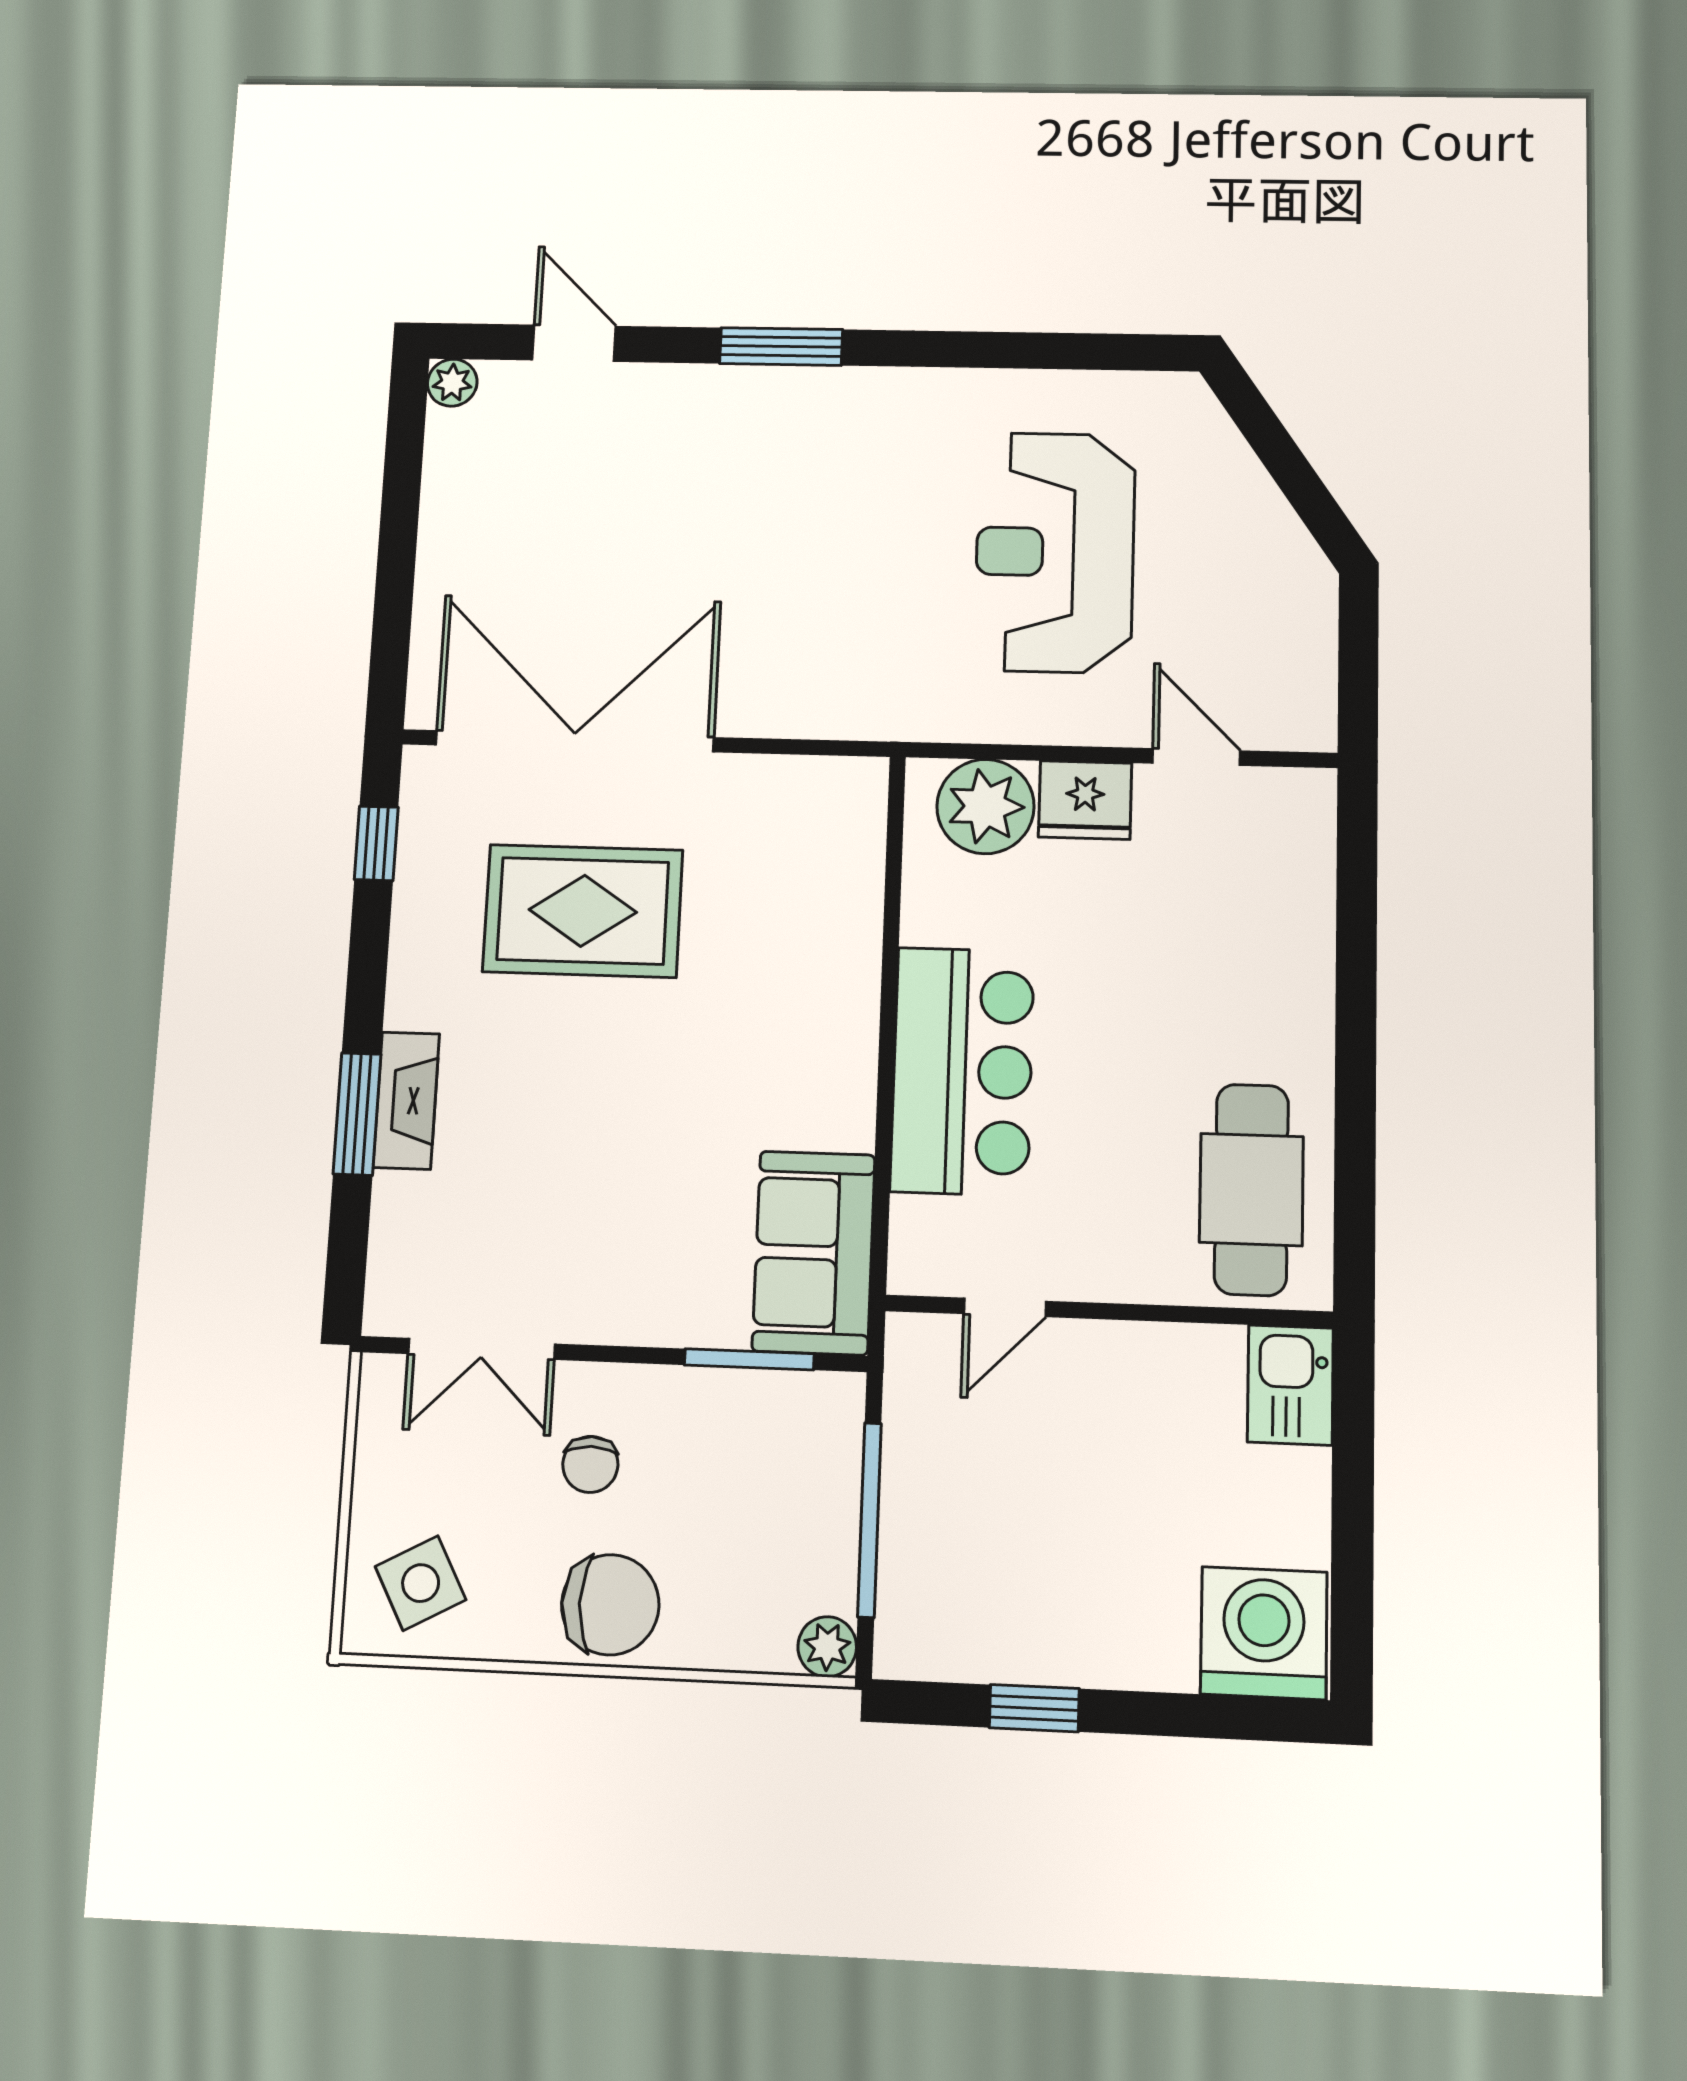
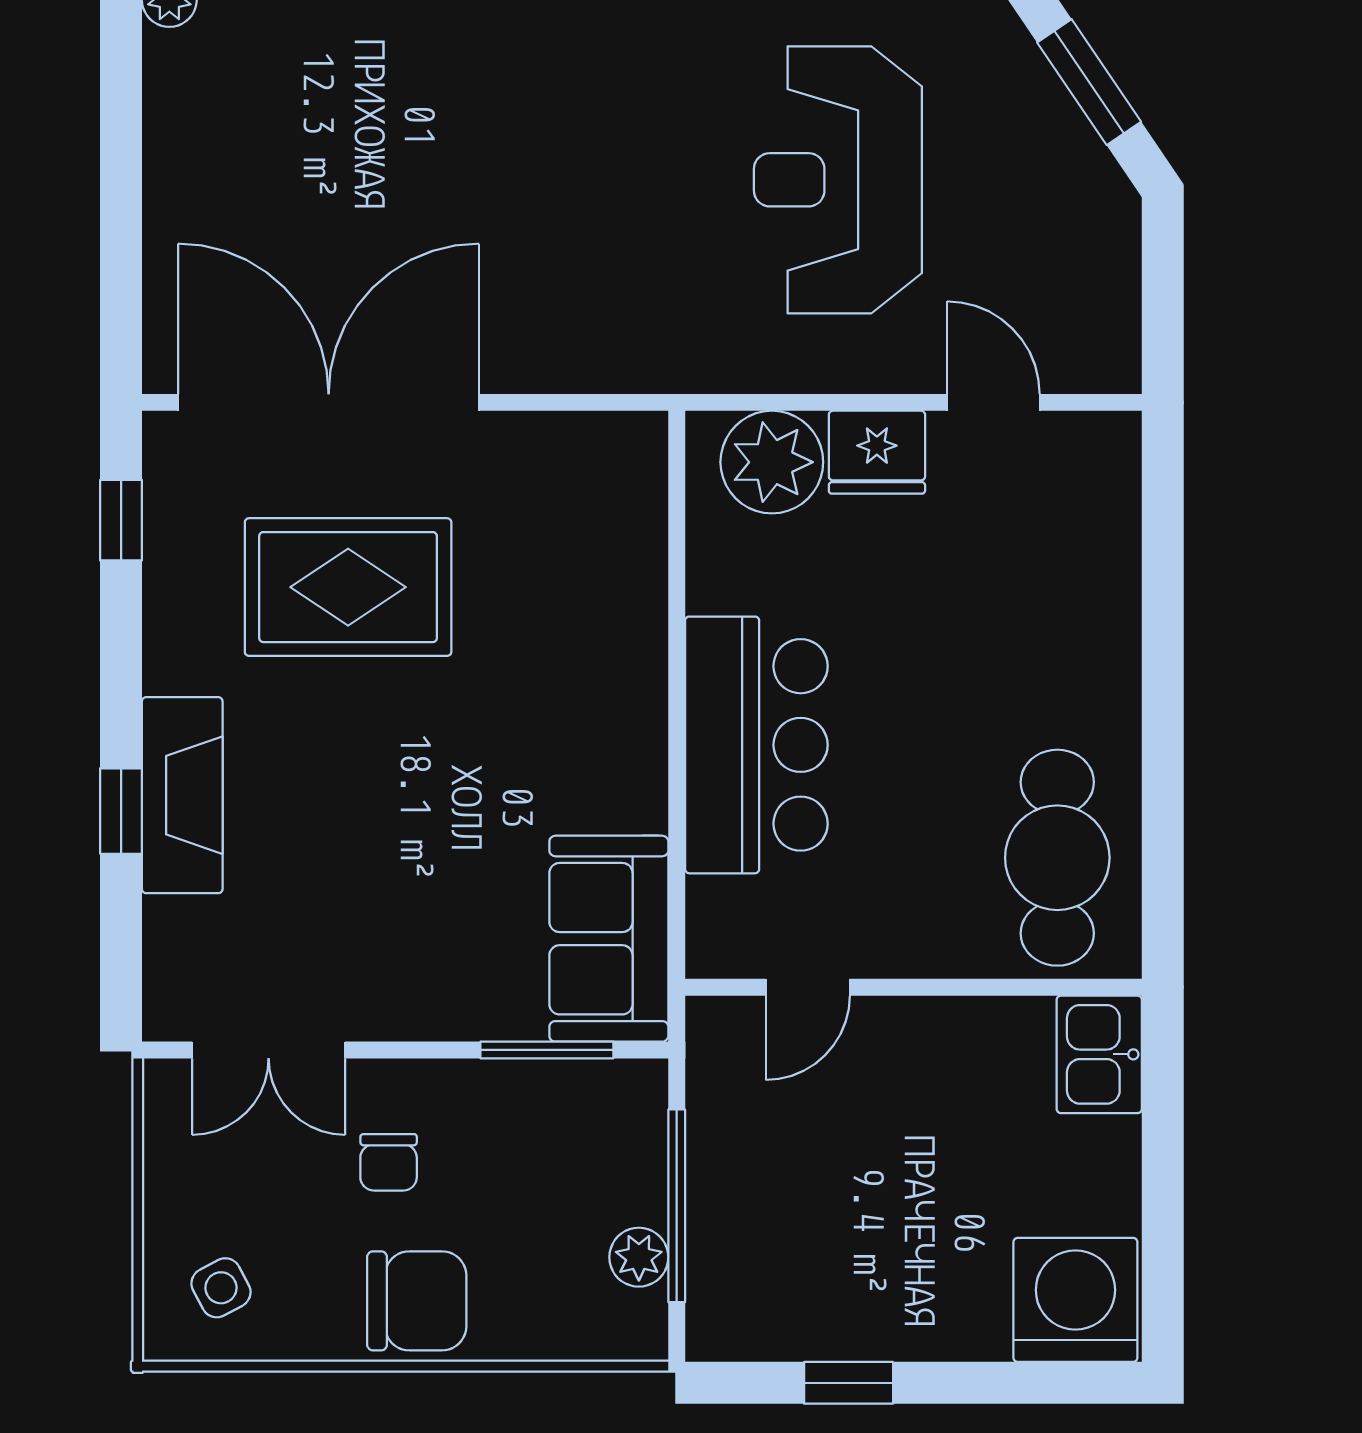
window: (1291, 470) -> (1089, 82), added
fireplace: (406, 1101) -> (182, 795), width x1.37, depth x1.32
window: (357, 1114) -> (121, 811), width x0.67
side table: (421, 1583) -> (221, 1288), width x0.73, depth x0.73
plant: (827, 1647) -> (639, 1257), moved

